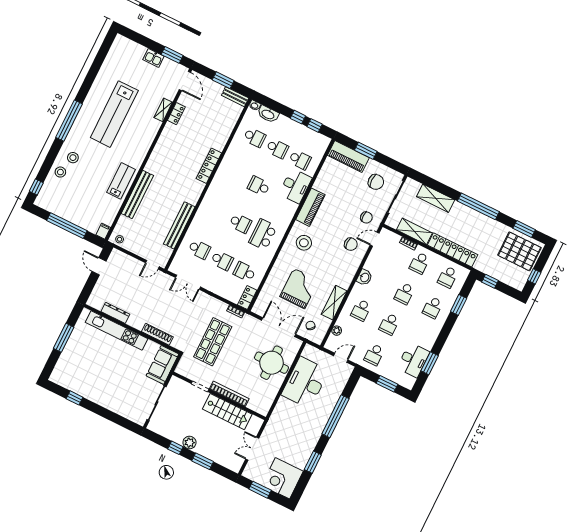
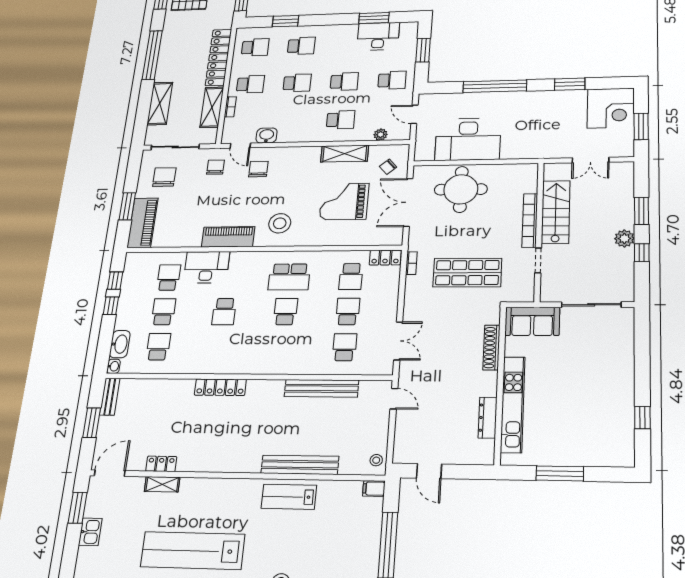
lab bench: (114, 114) -> (193, 551), turned 180
door: (99, 266) -> (429, 471), hinge flipped
washbasin: (364, 277) -> (267, 135), moved

